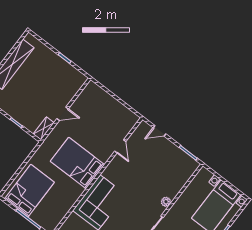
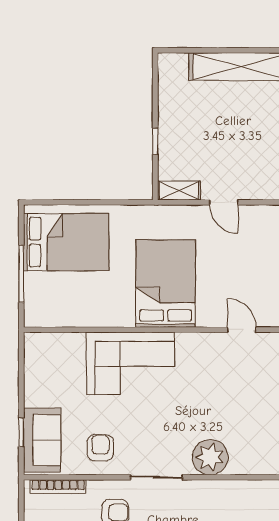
door: (120, 146) -> (242, 330), swing flipped
plant: (166, 202) -> (210, 457), width x1.88, depth x1.88

